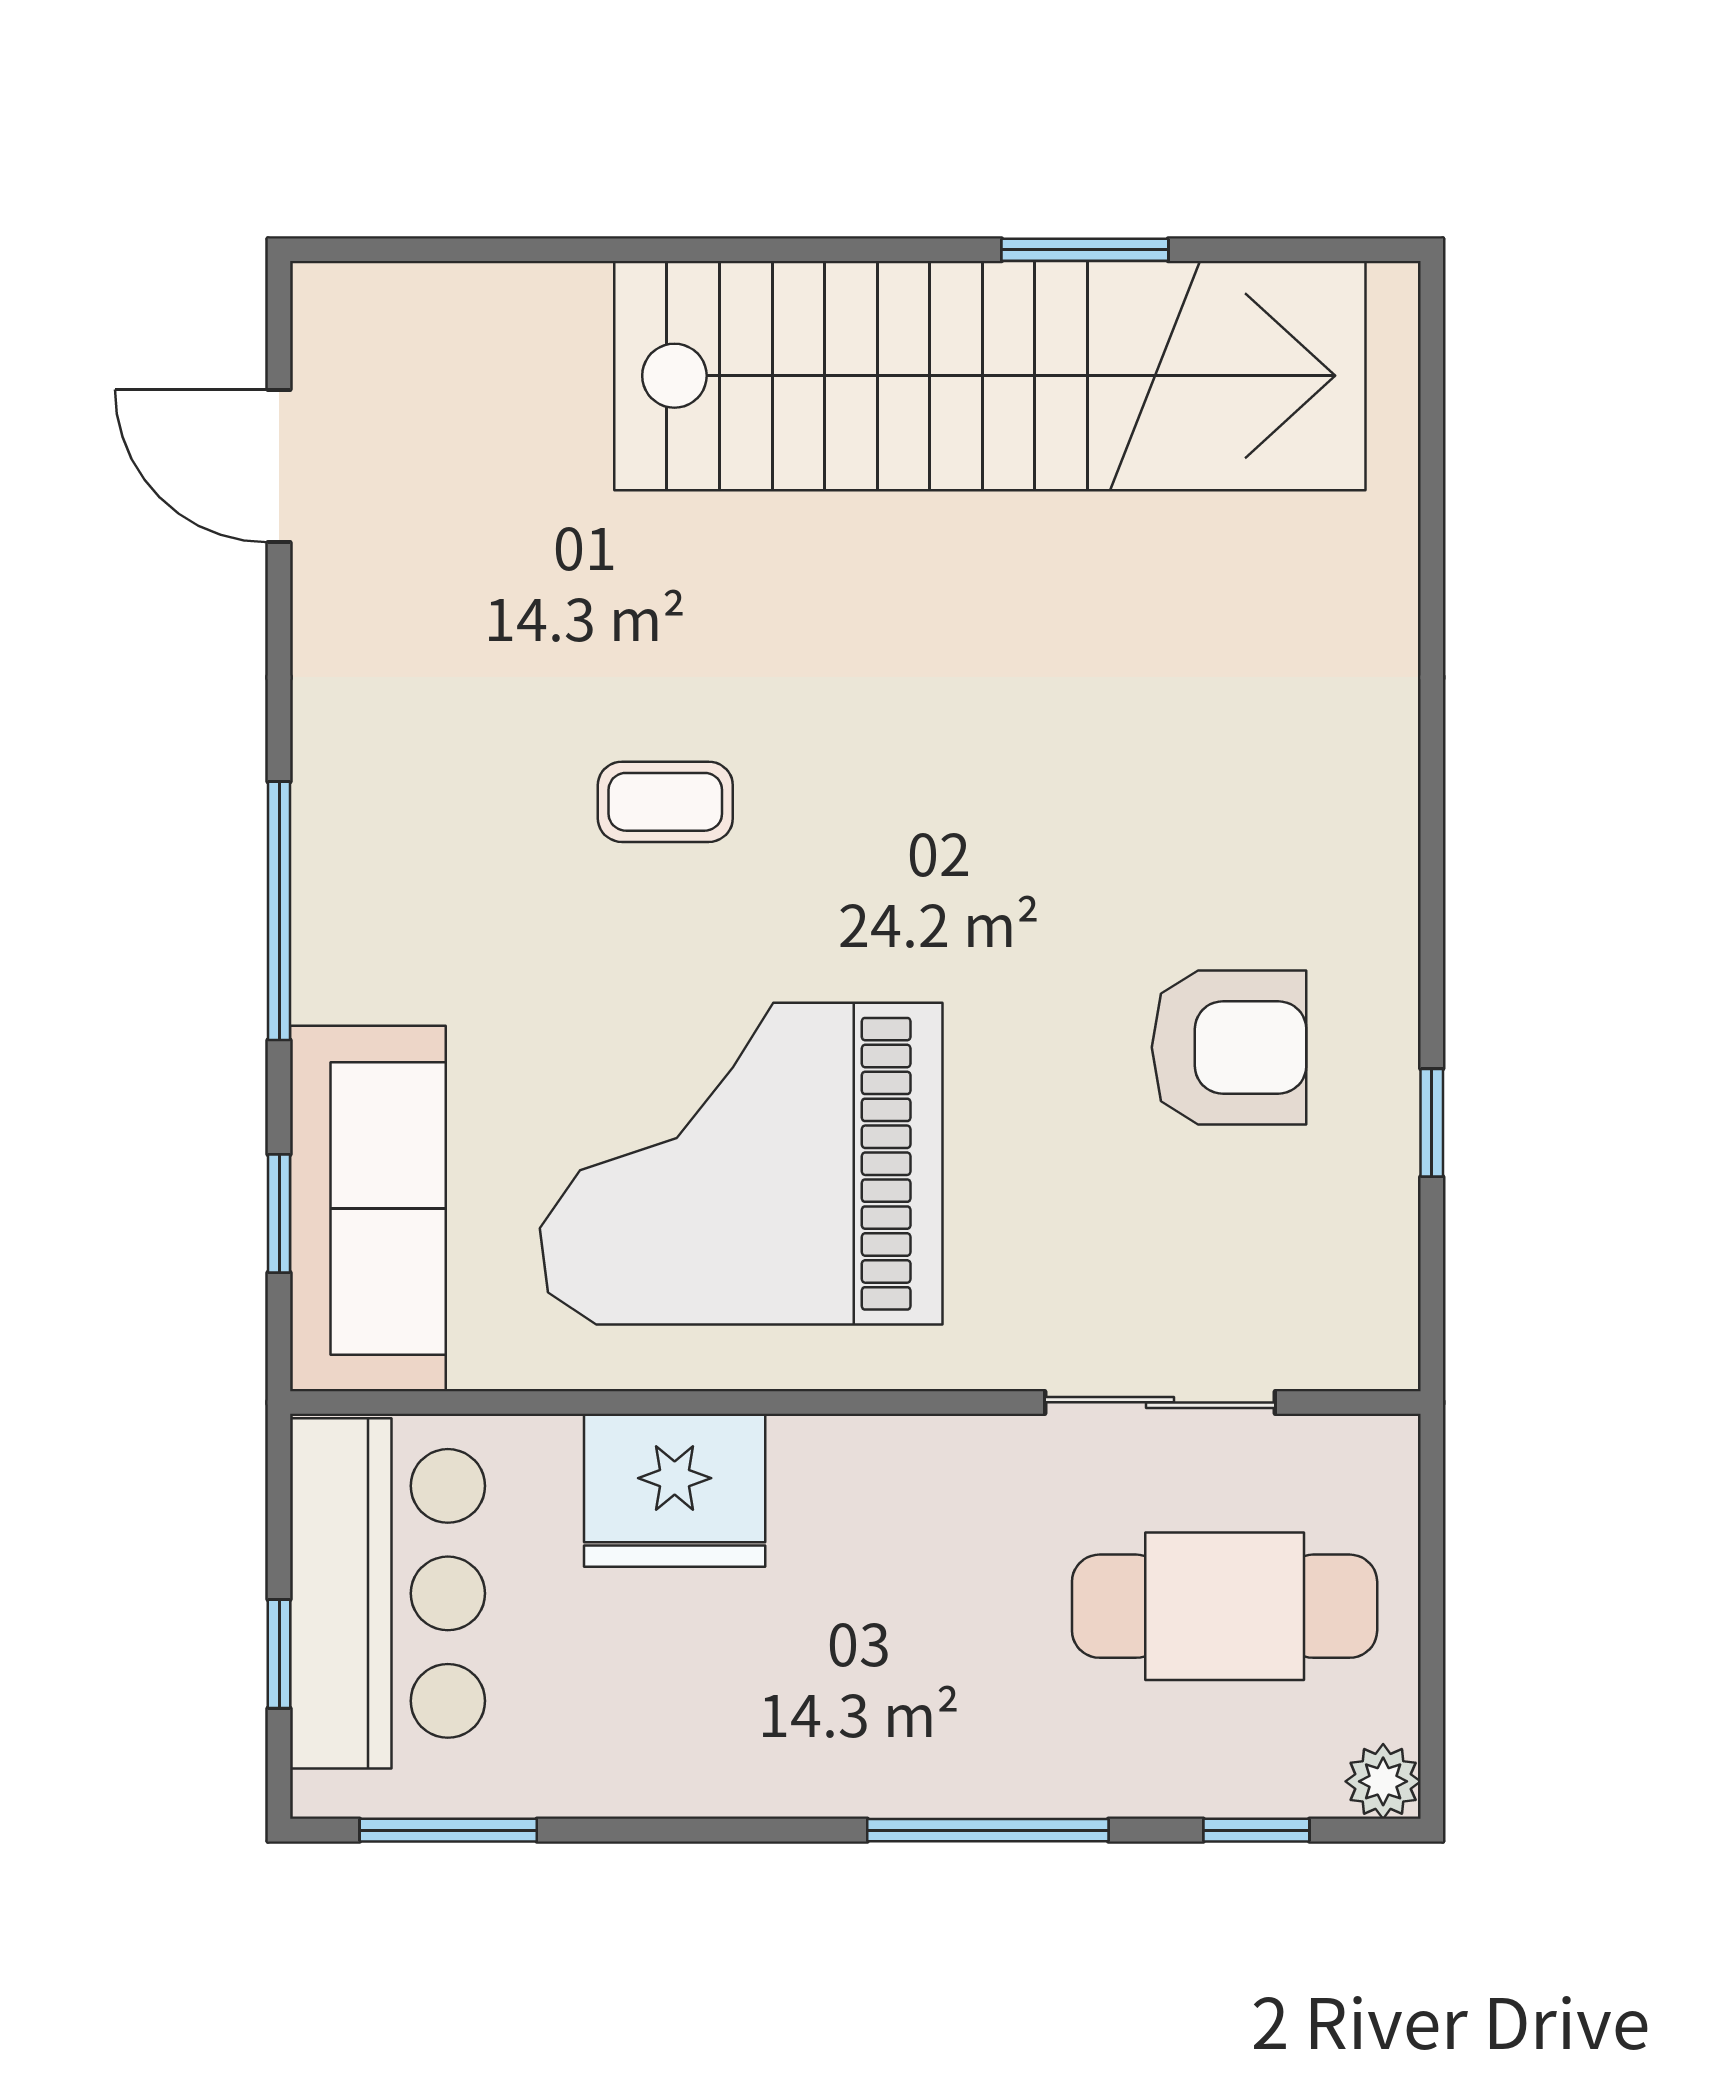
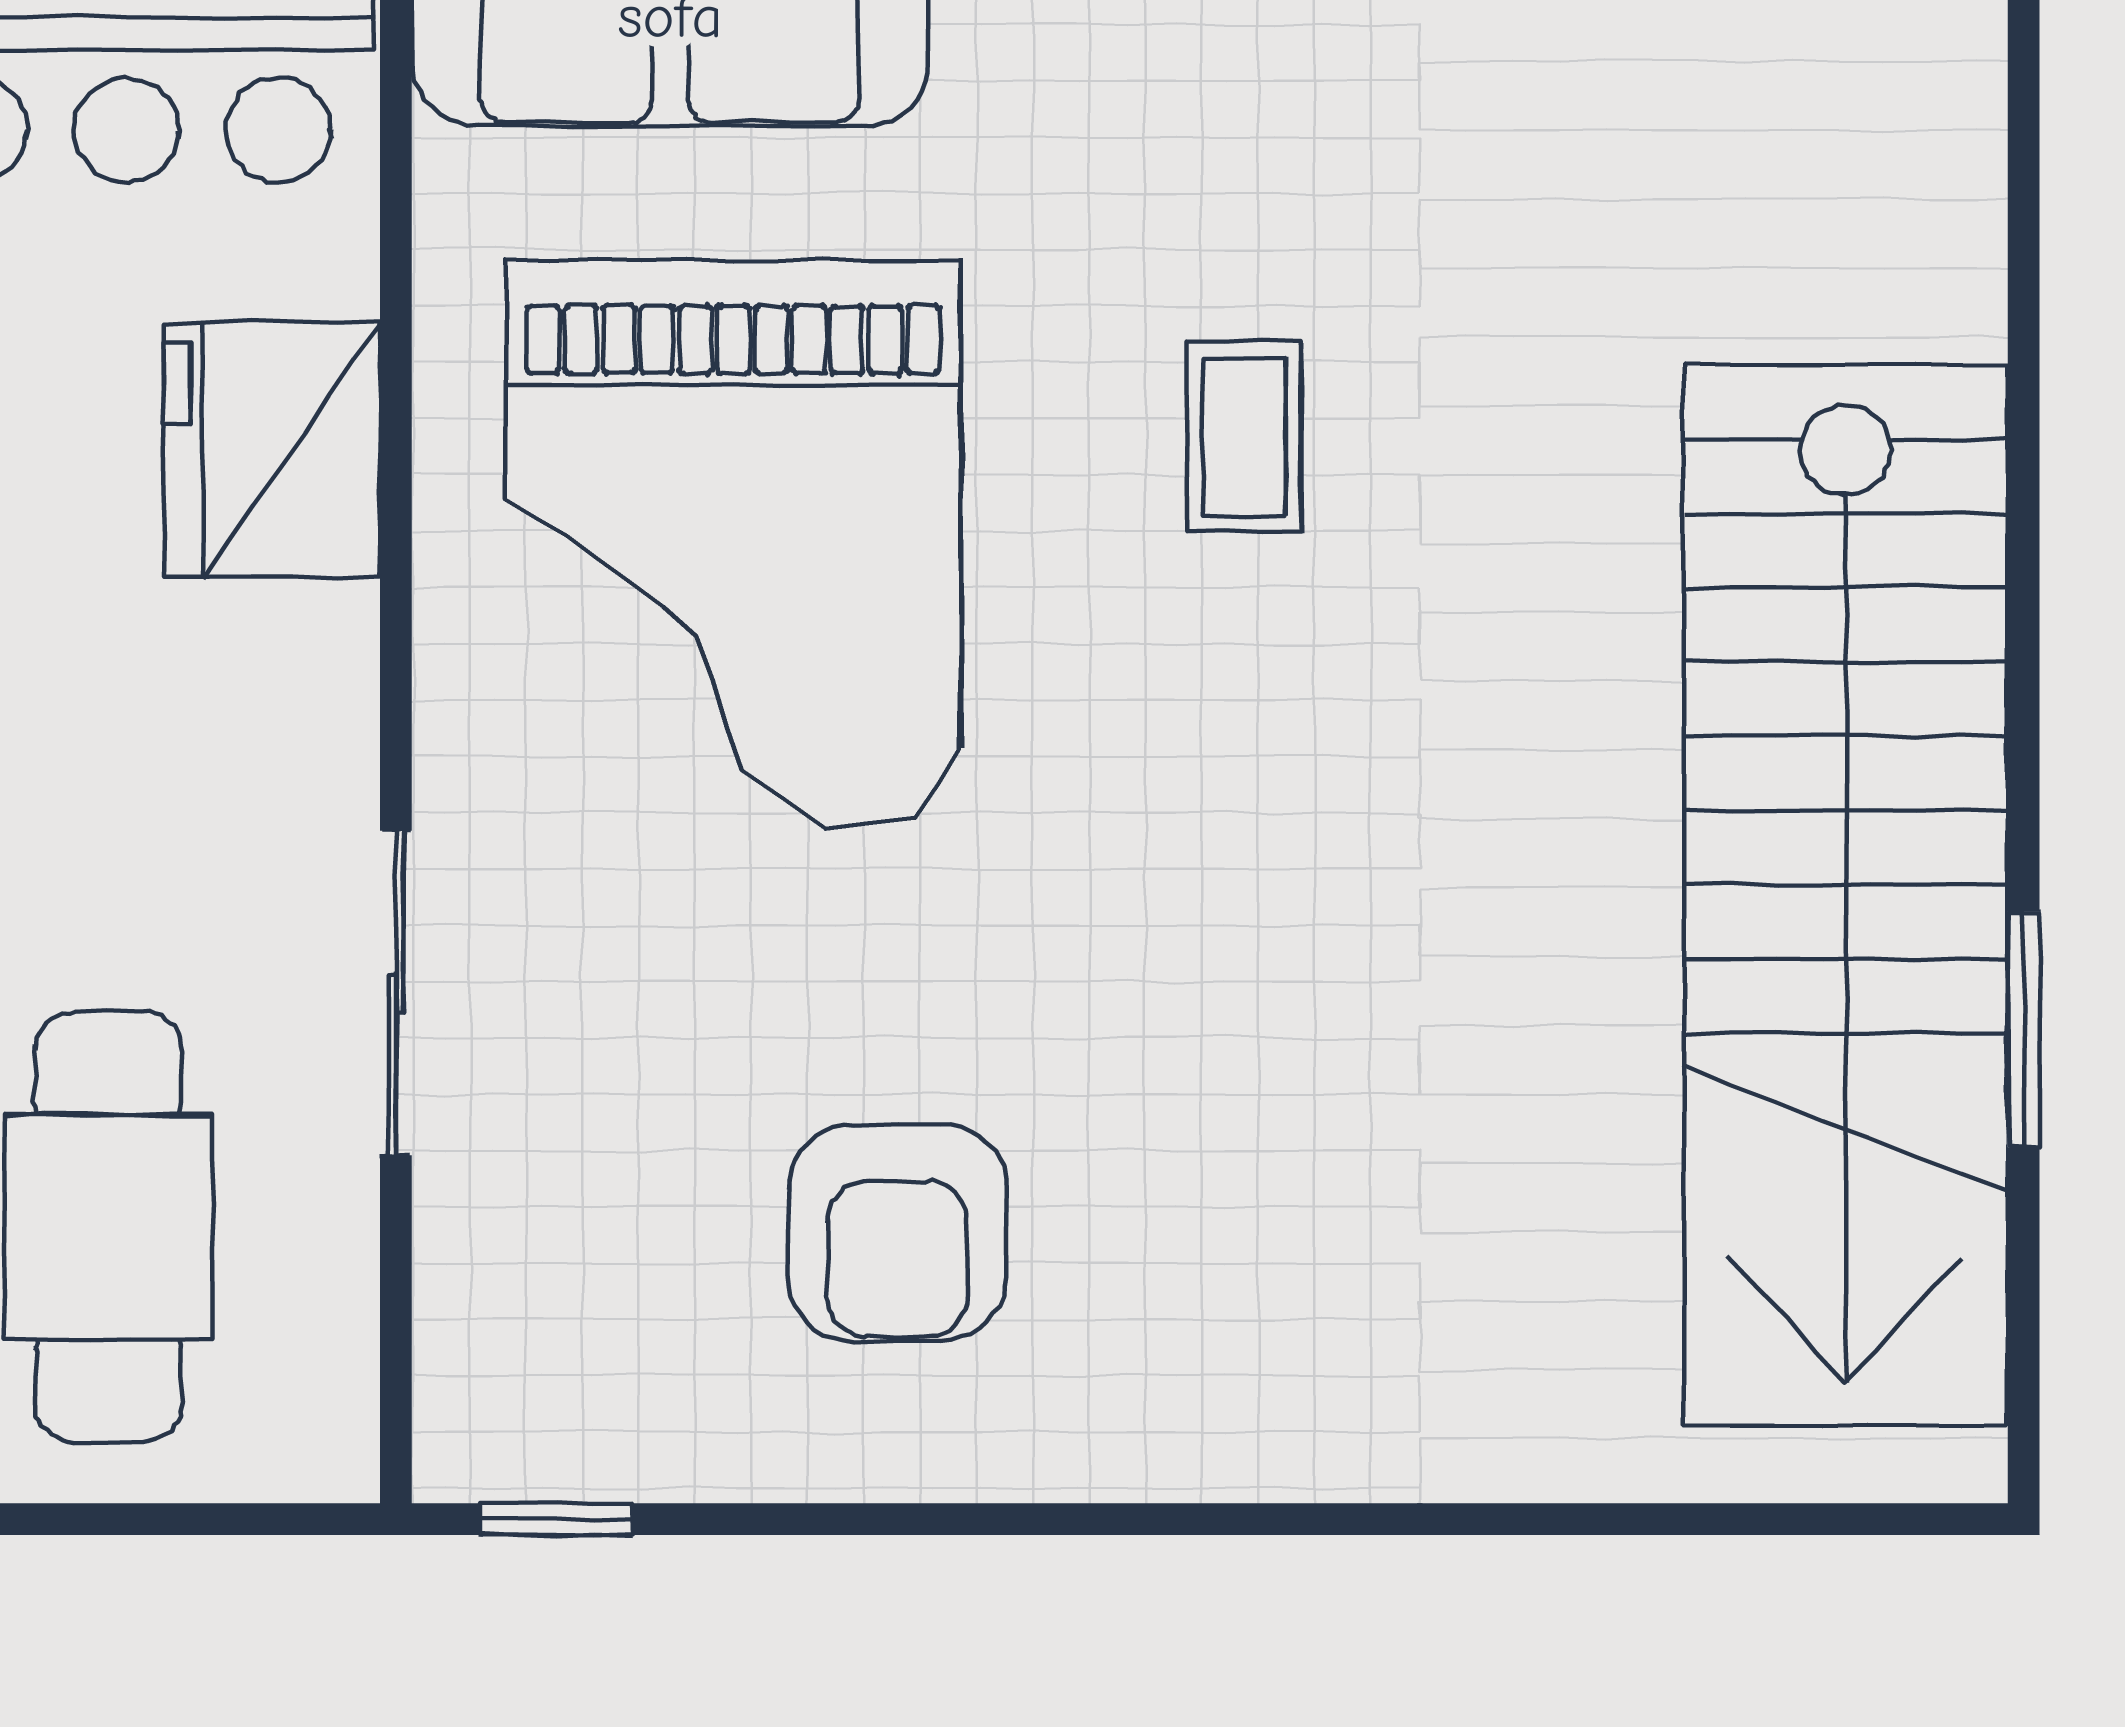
window: (1432, 1123) -> (557, 1519), moved
grand piano: (741, 1164) -> (733, 544), turned 180
sliding door: (1160, 1402) -> (396, 993), moved

